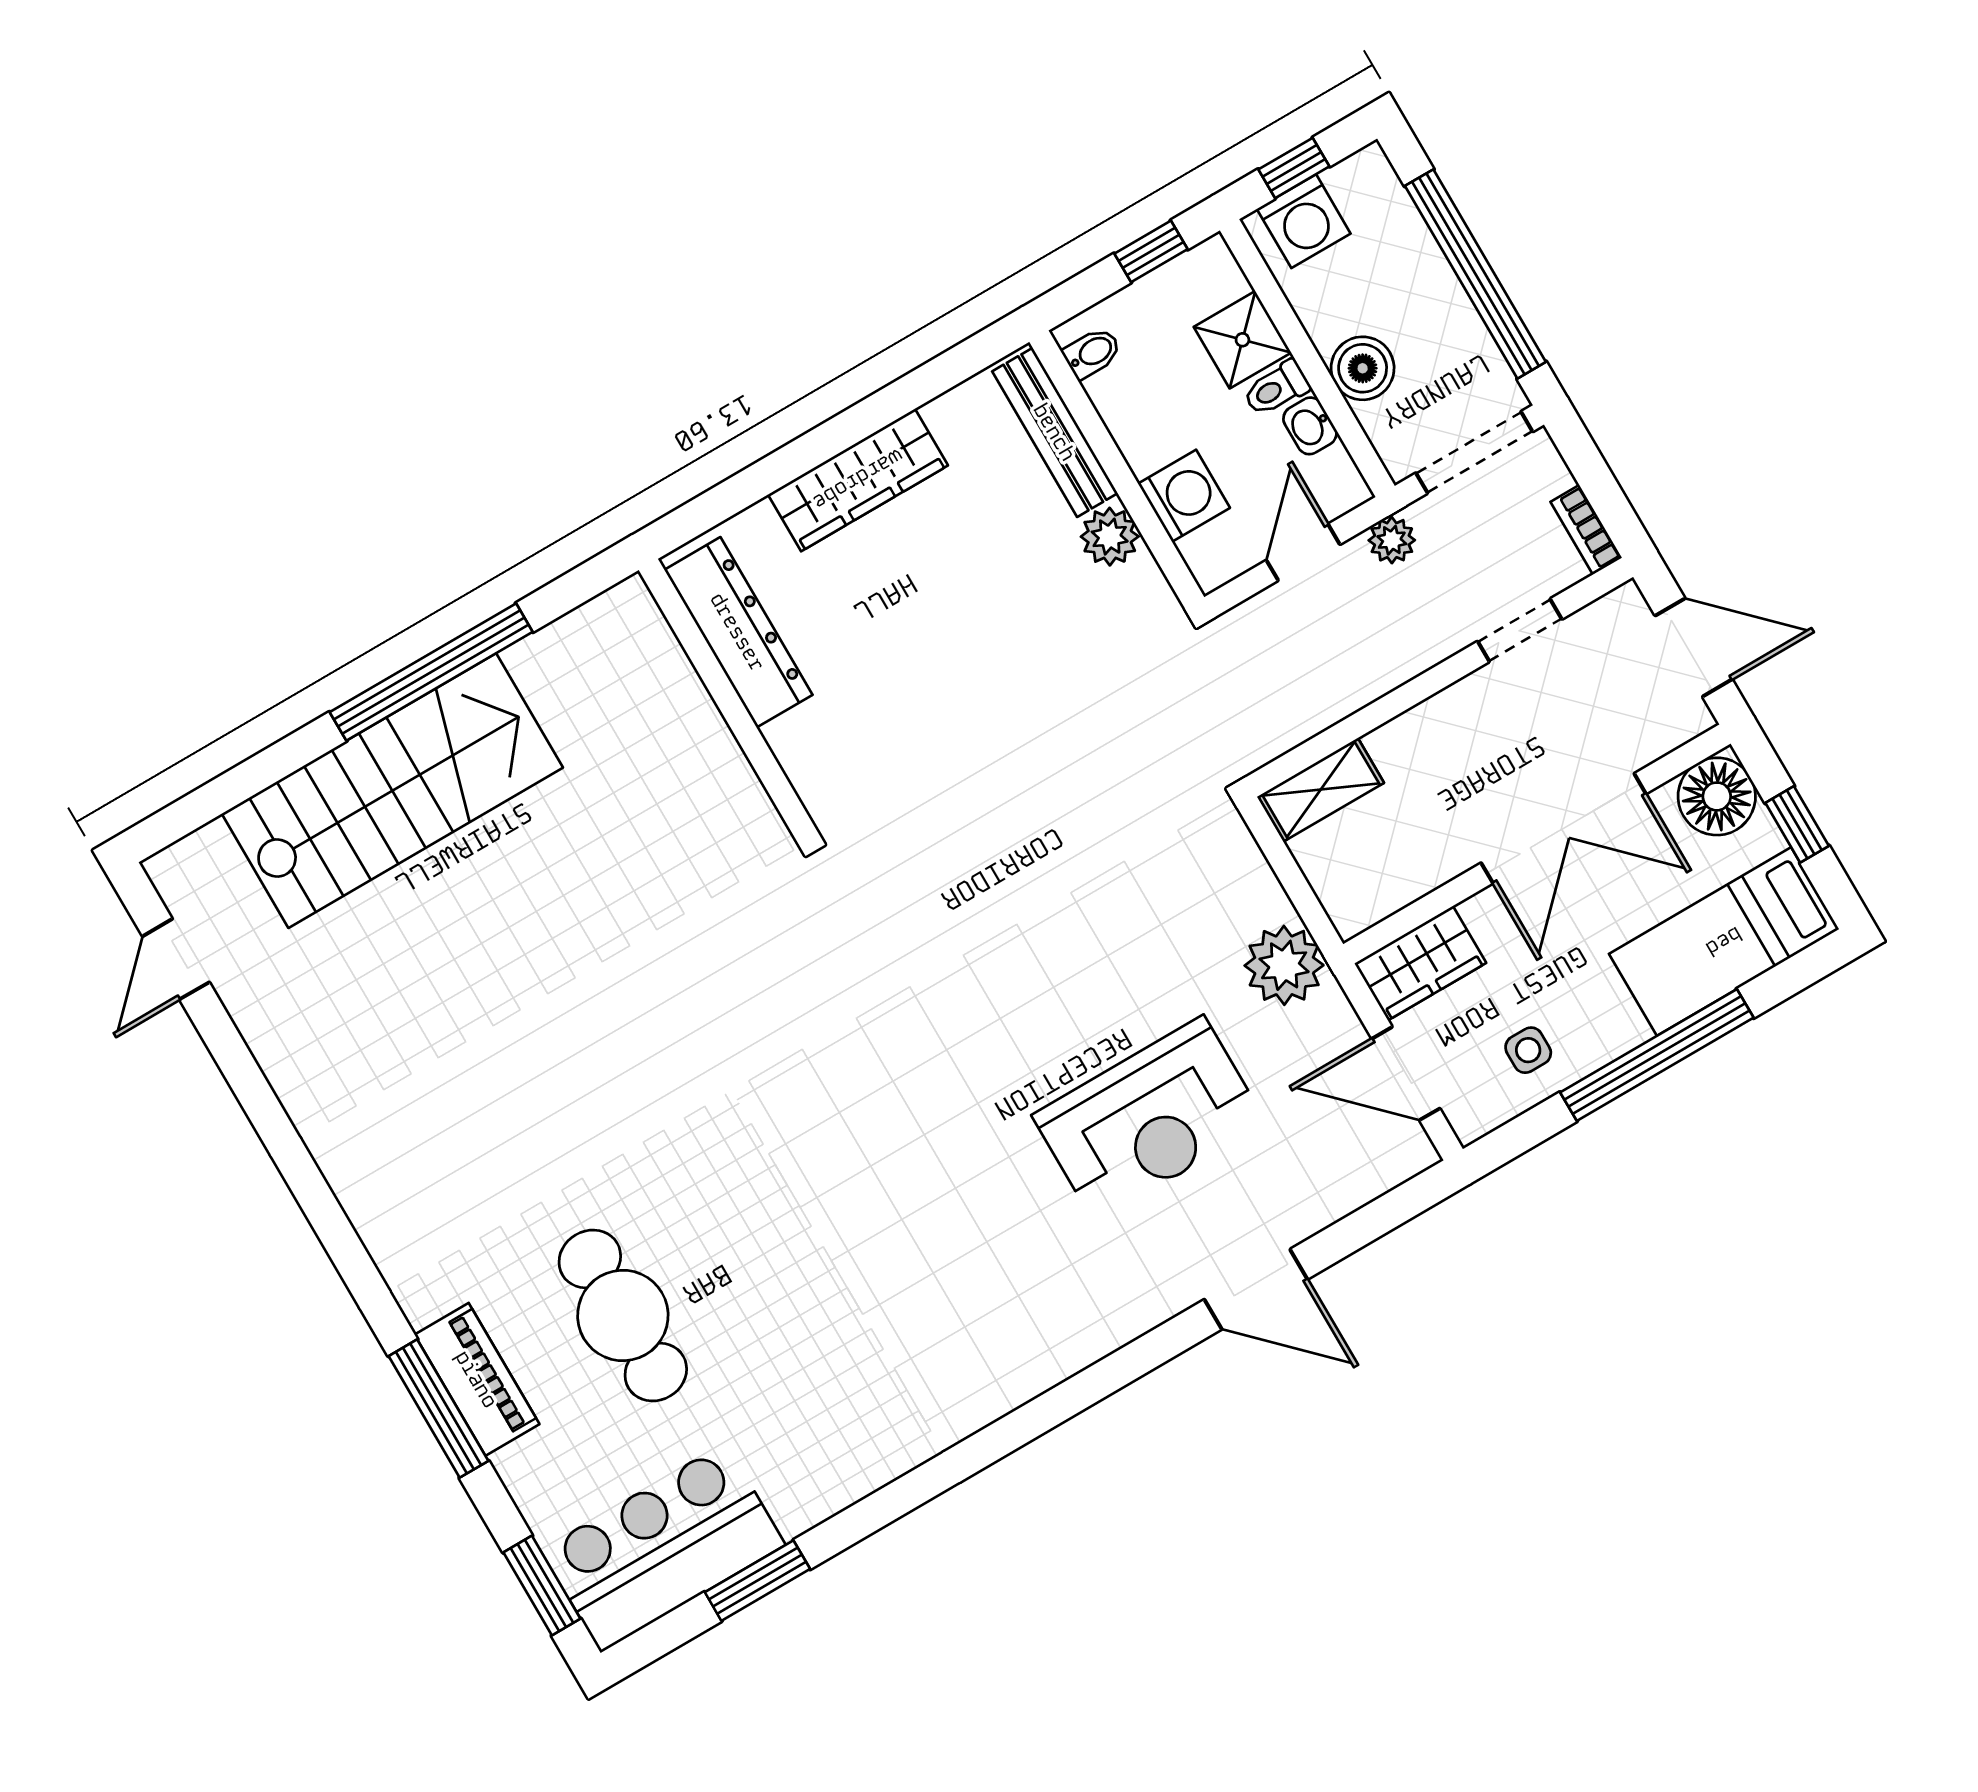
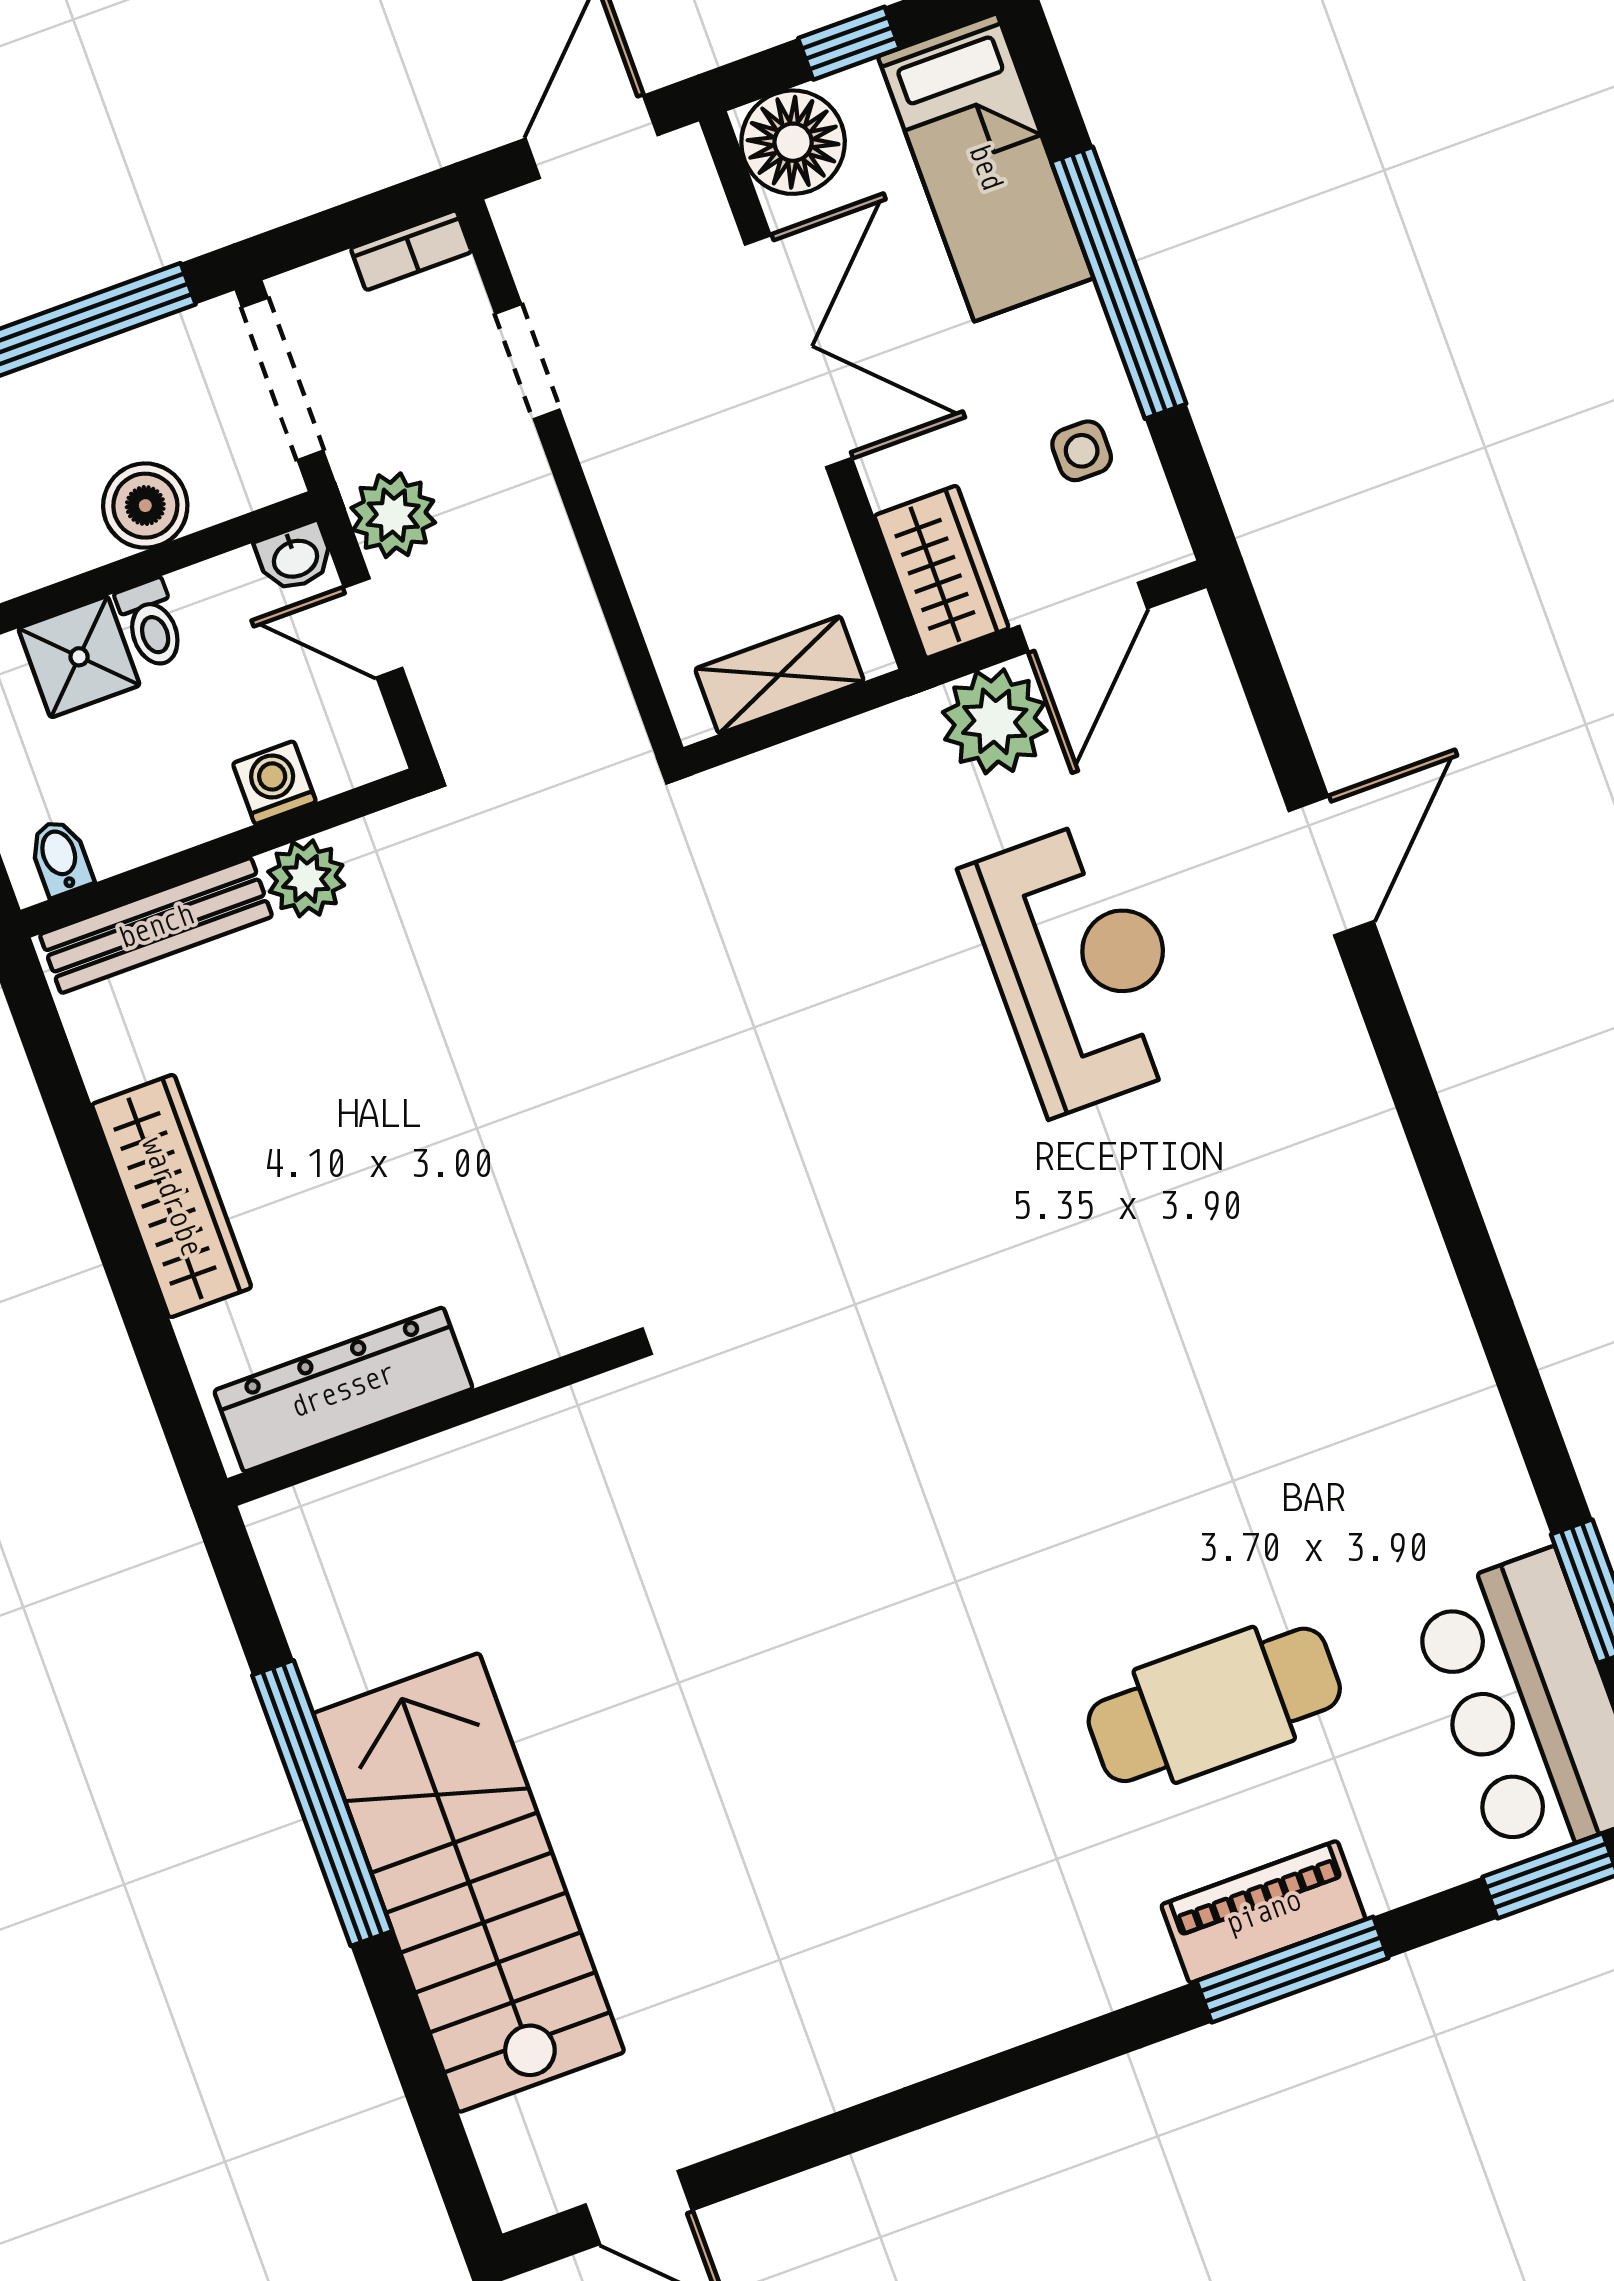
washbasin: (1310, 426) -> (295, 557), moved
washing machine: (1184, 496) -> (274, 783), width x0.73, depth x0.73
plant: (1392, 540) -> (393, 515), width x1.38, depth x1.38
shelving: (1321, 789) -> (779, 675), moved, turned 90
plant: (1284, 965) -> (995, 721), moved

